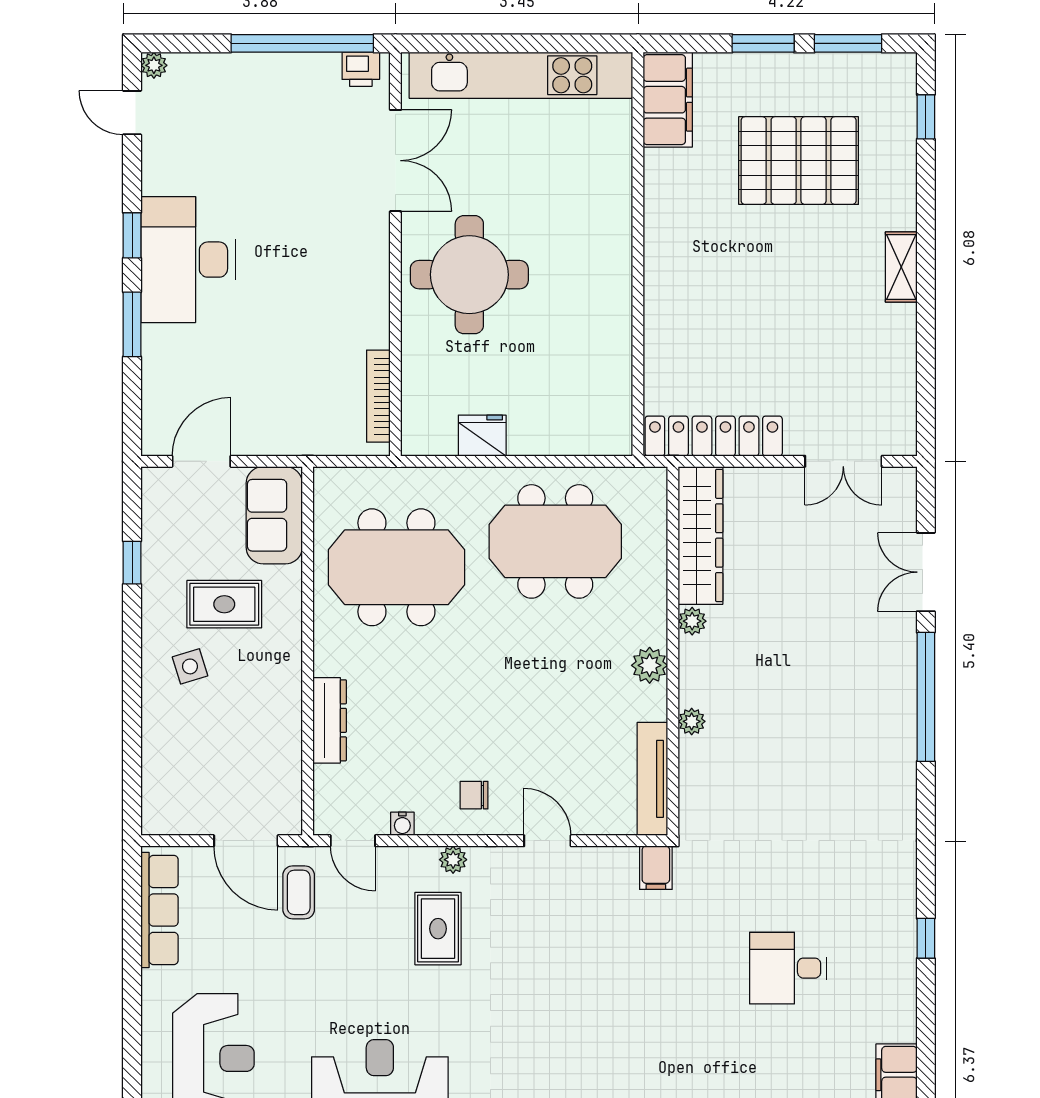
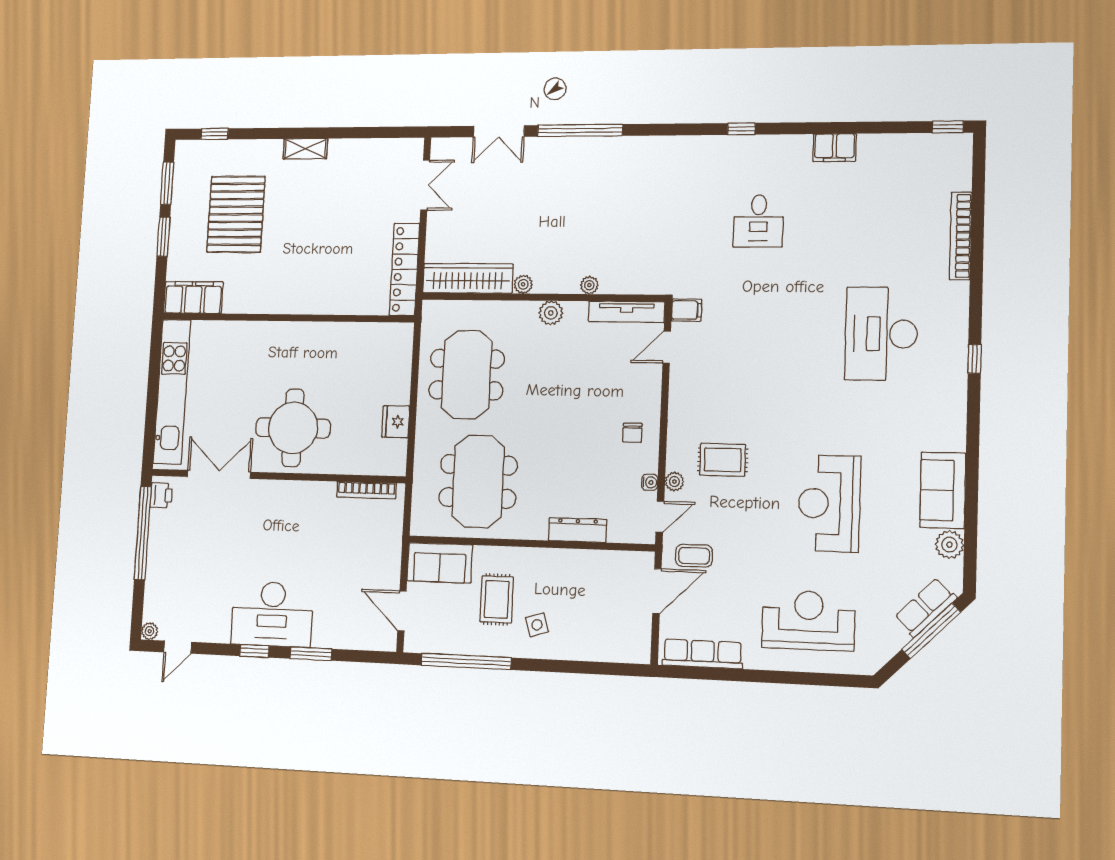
window: (132, 563) -> (466, 661), width x3.17
door: (547, 841) -> (667, 347), moved
plant: (453, 860) -> (674, 482), moved

